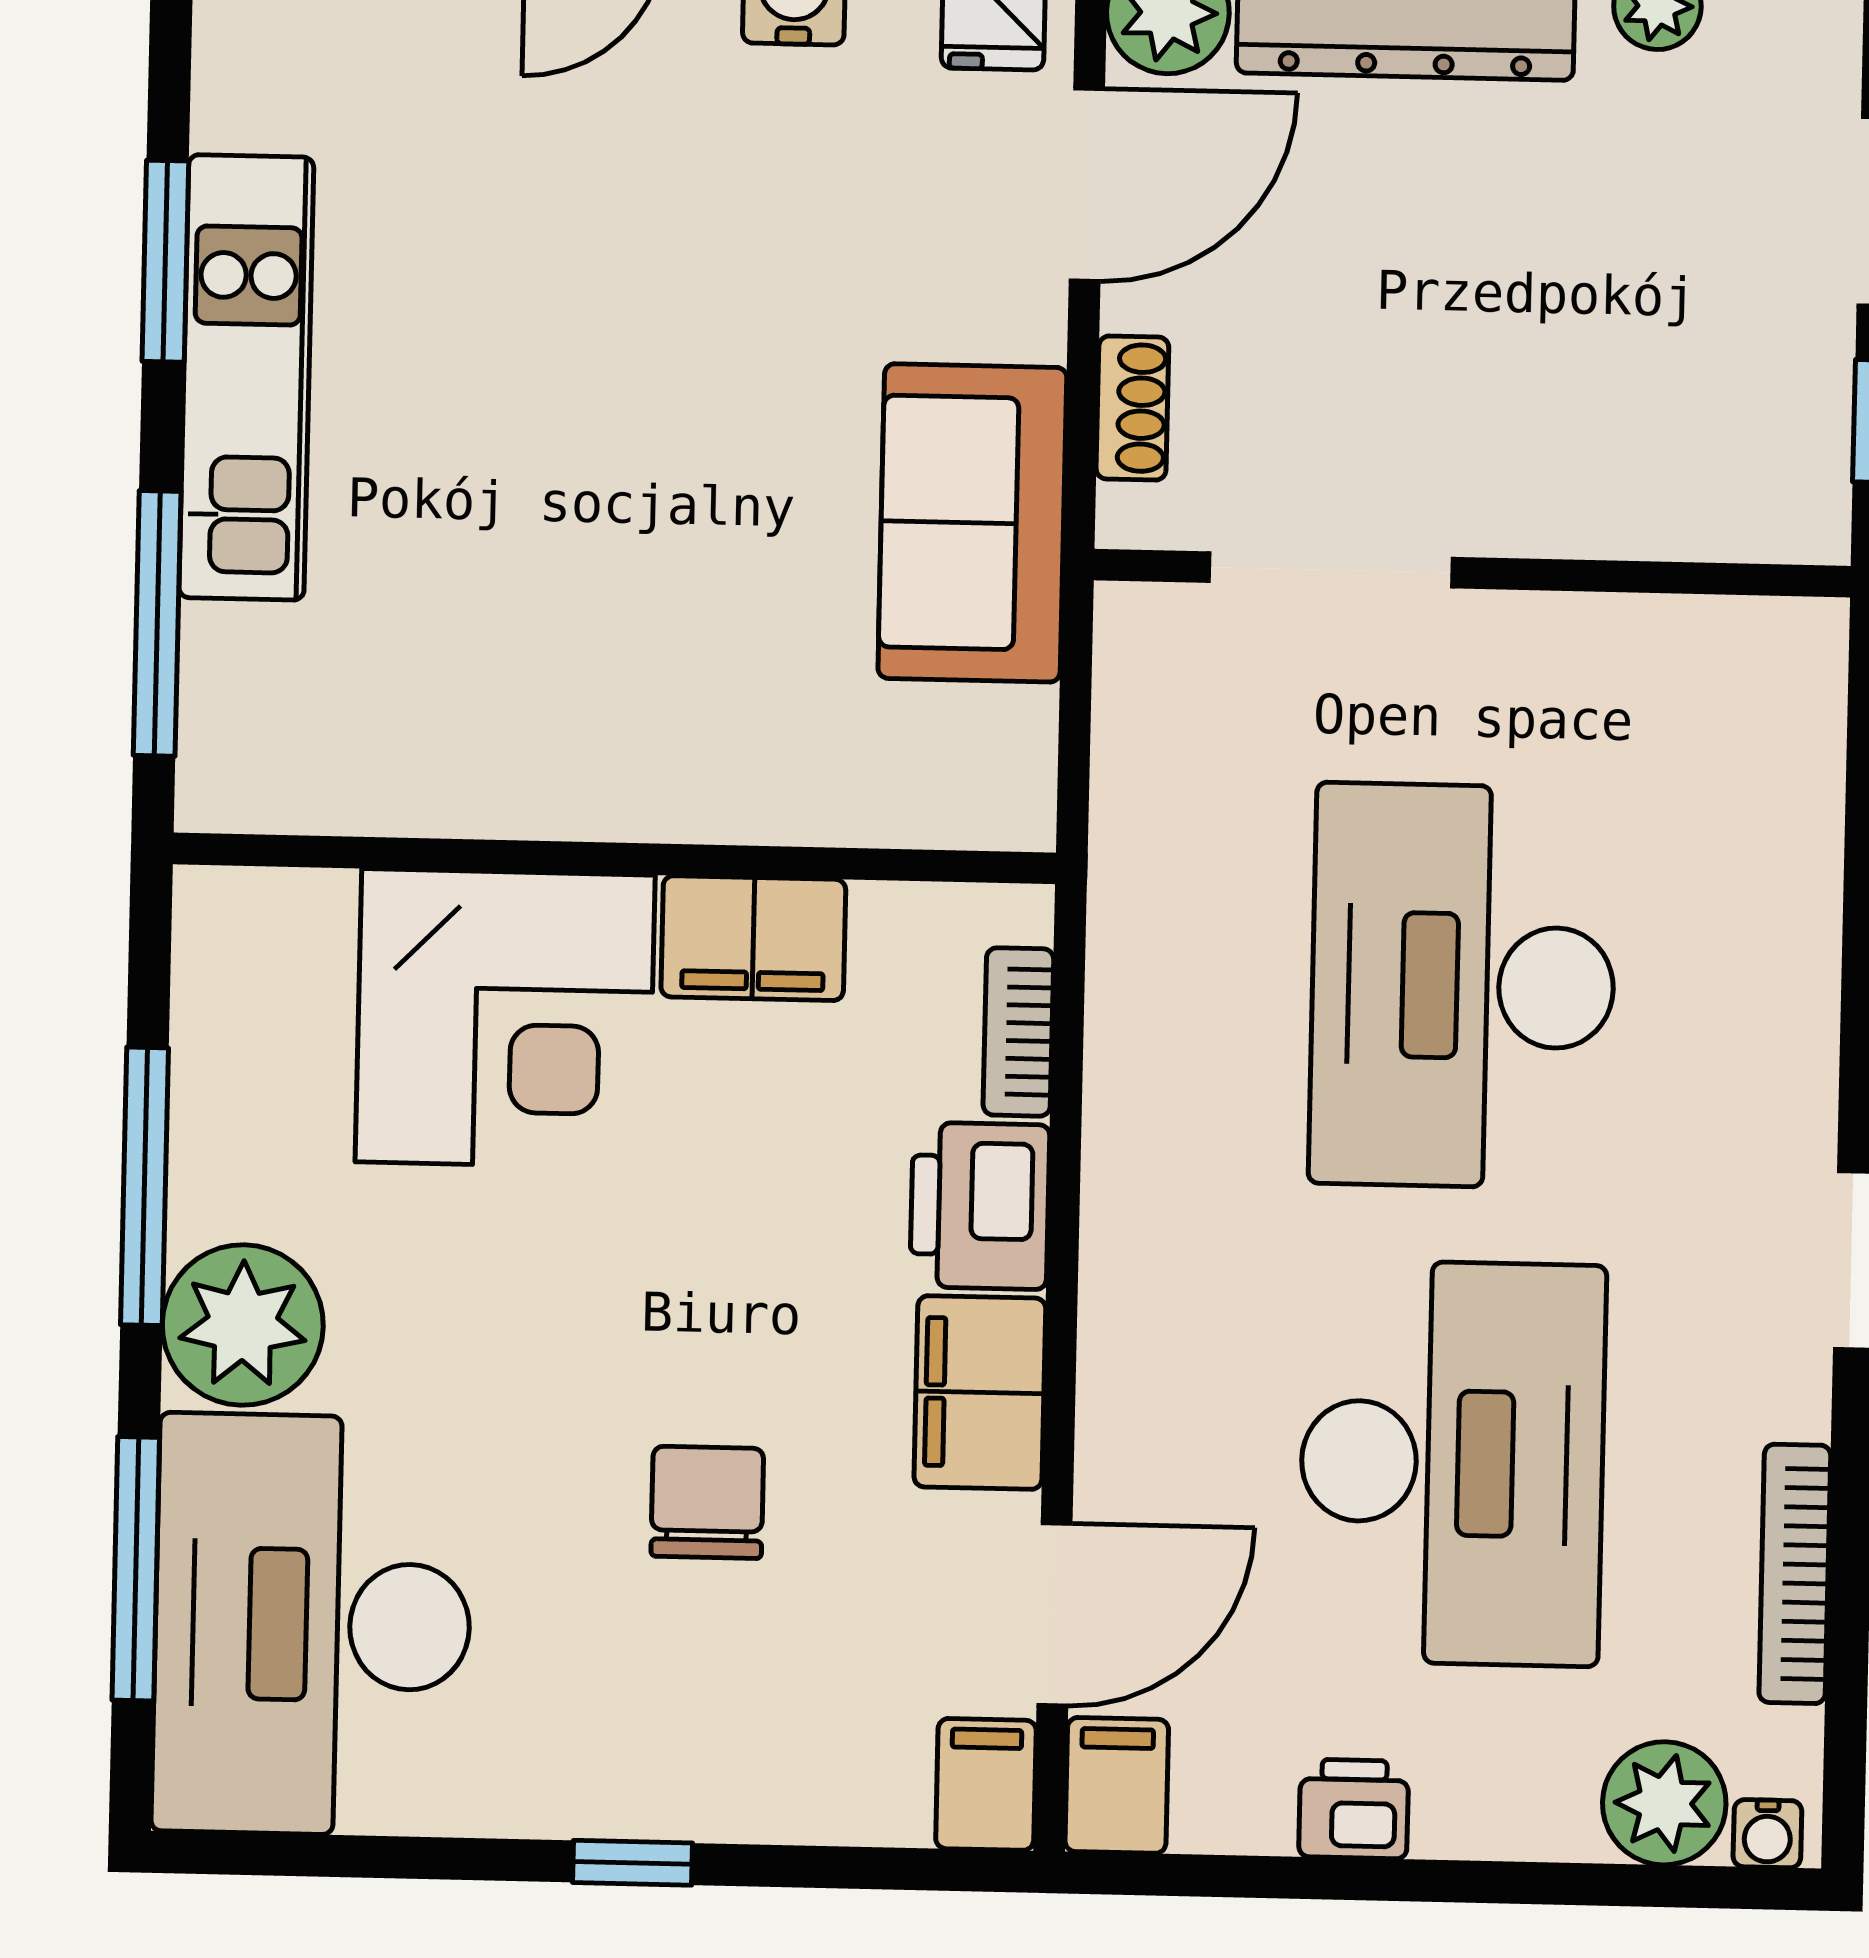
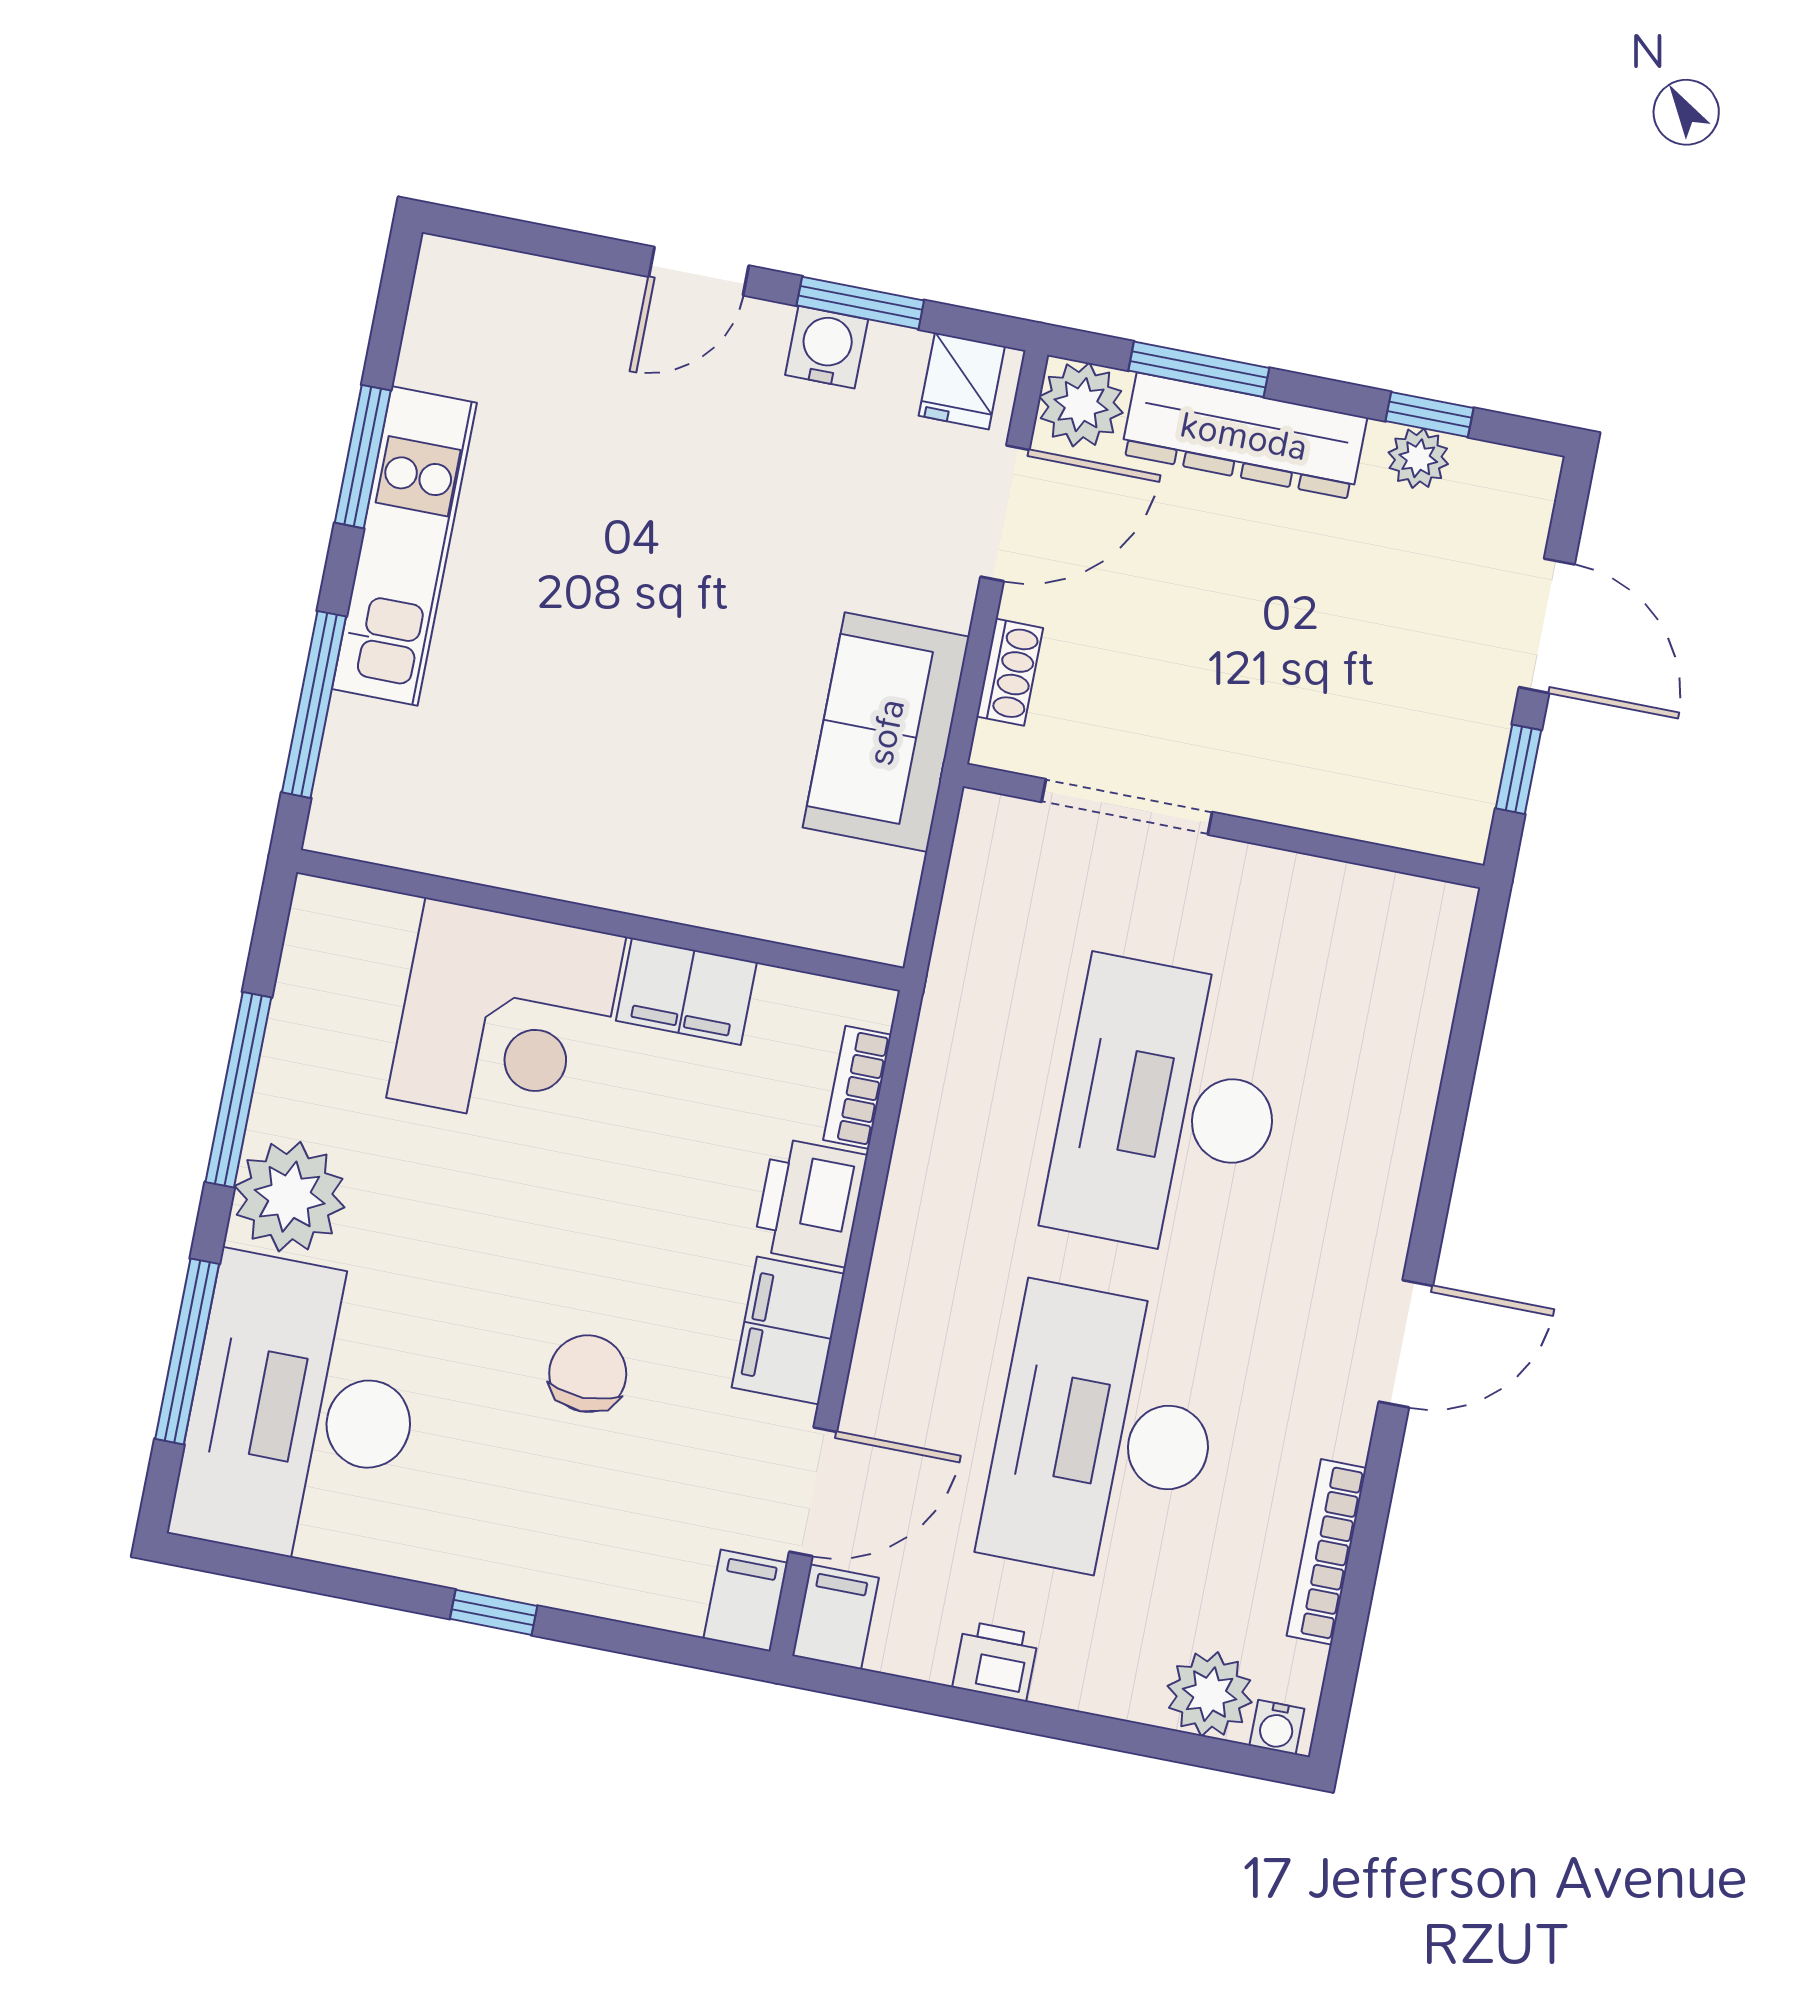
desk: (1452, 1463) -> (1104, 1435), turned 180

